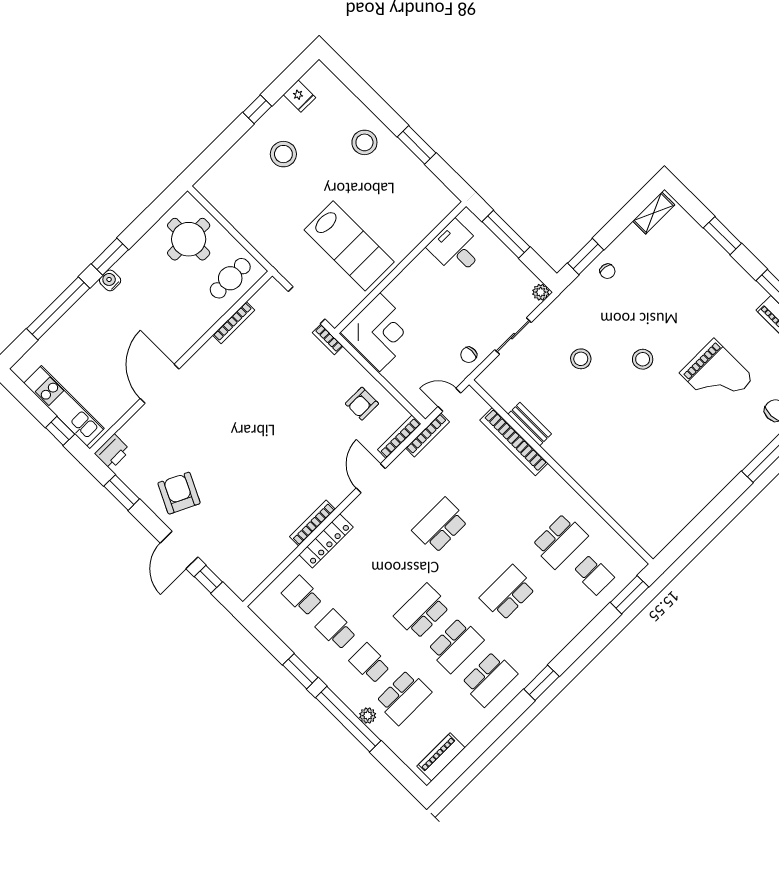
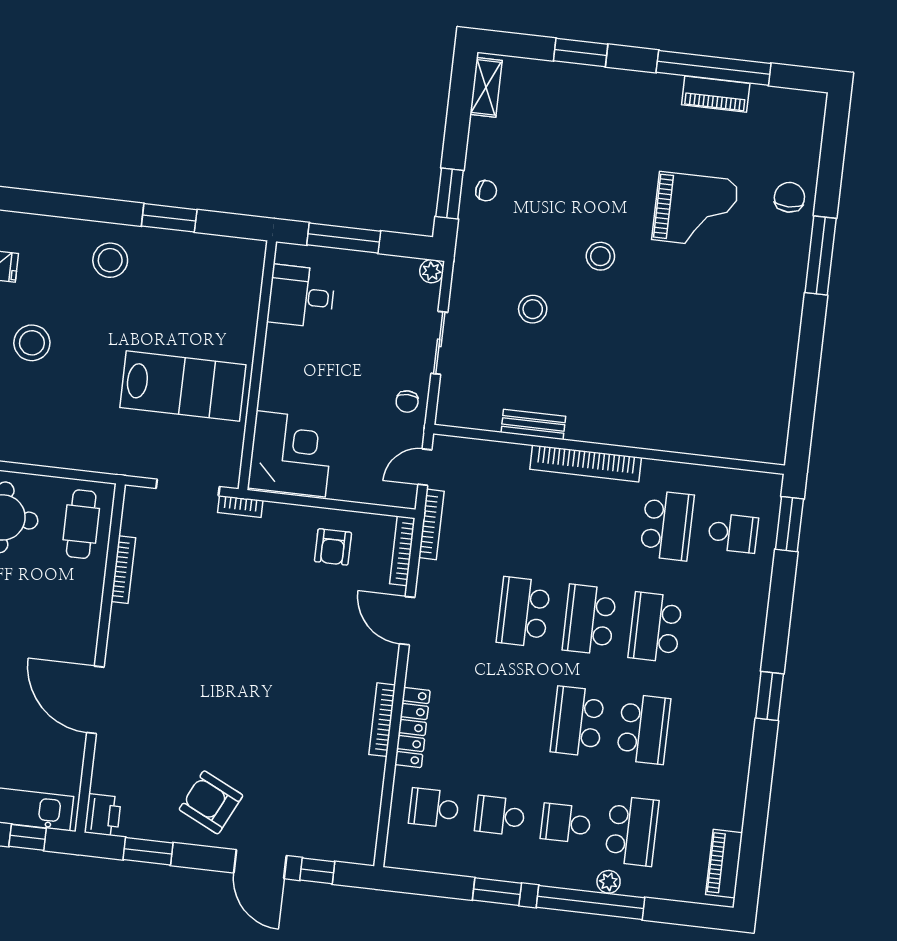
bookcase: (514, 442) -> (586, 463), moved
school desk: (489, 679) -> (589, 620), moved, turned 180

